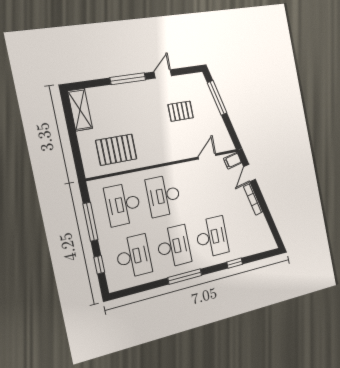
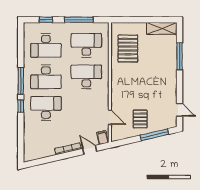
door: (163, 74) -> (180, 110), moved
window: (128, 79) -> (180, 56), moved
pallet: (181, 111) -> (140, 119), moved
desk: (212, 237) -> (46, 108), turned 180
window: (235, 263) -> (21, 106), moved

